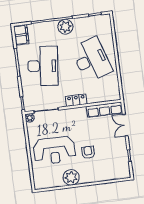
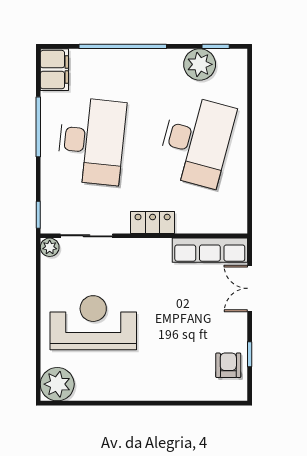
plant: (65, 27) -> (200, 64), moved
desk: (92, 60) -> (196, 141), turned 33
reception desk: (54, 150) -> (93, 323), turned 180
armchair: (88, 152) -> (228, 365), moved
plant: (71, 177) -> (57, 384), moved

